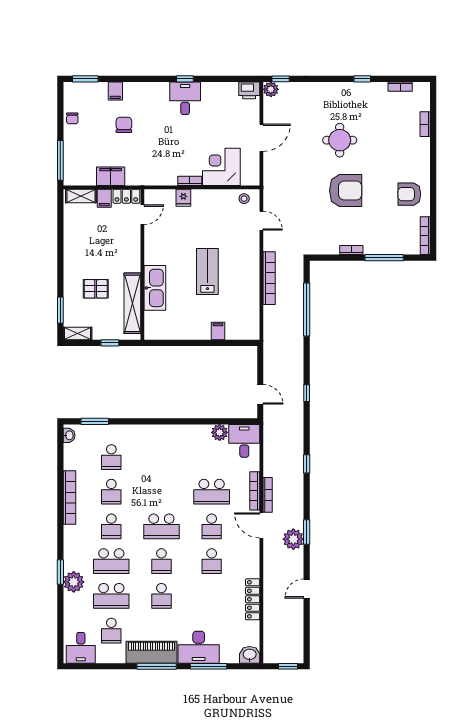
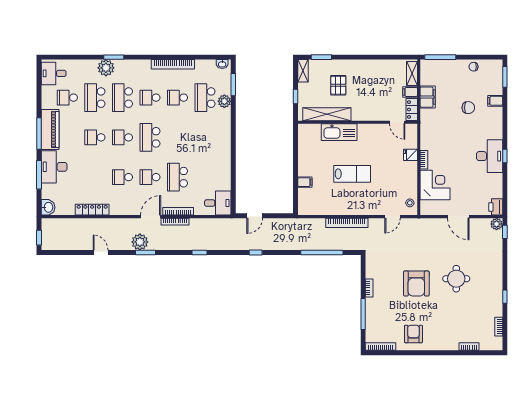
desk: (185, 98) -> (490, 156), width x1.37
plant: (220, 432) -> (224, 101), moved
school desk: (111, 457) -> (205, 98), width x1.85

